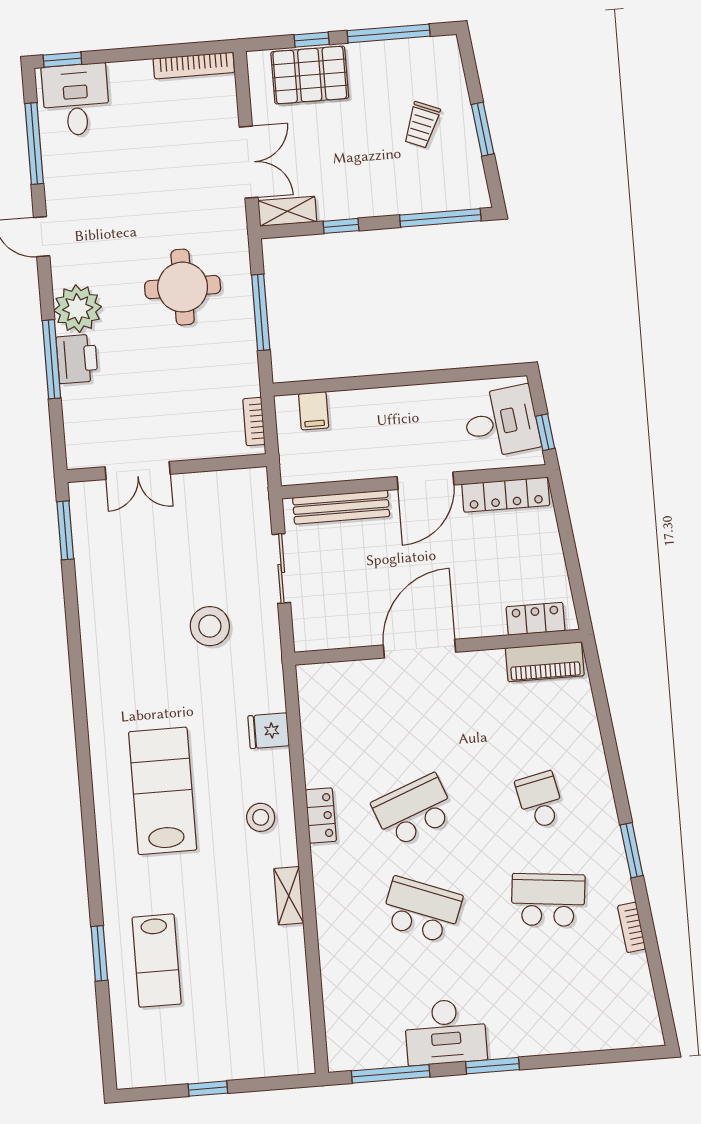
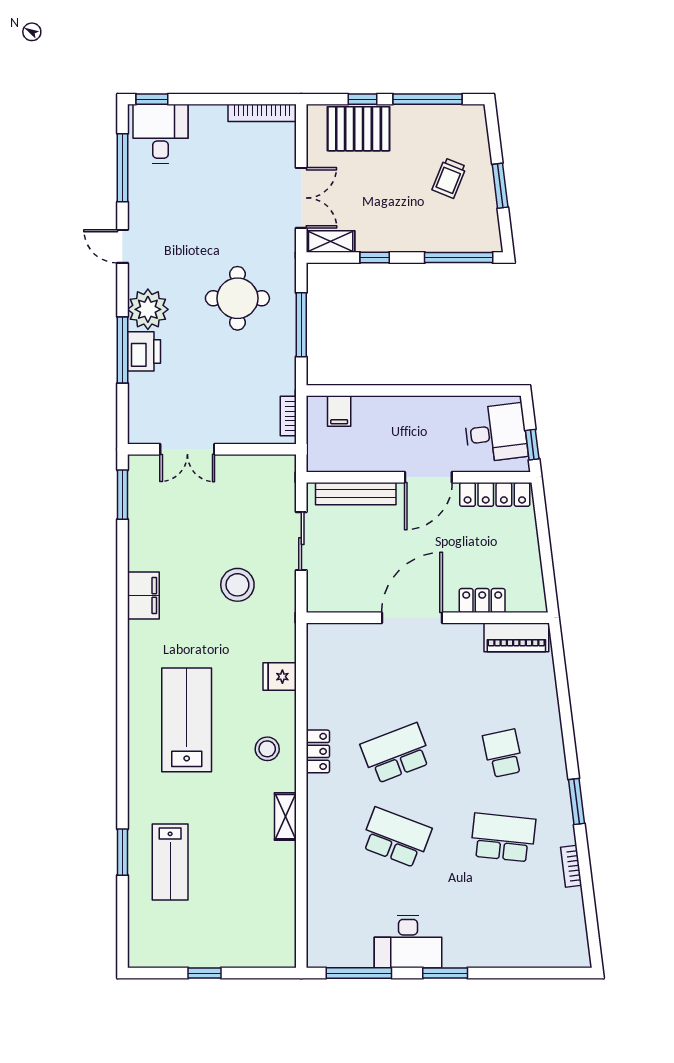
locker: (536, 619) -> (482, 601), moved
filing cabinet: (99, 648) -> (143, 596), added

